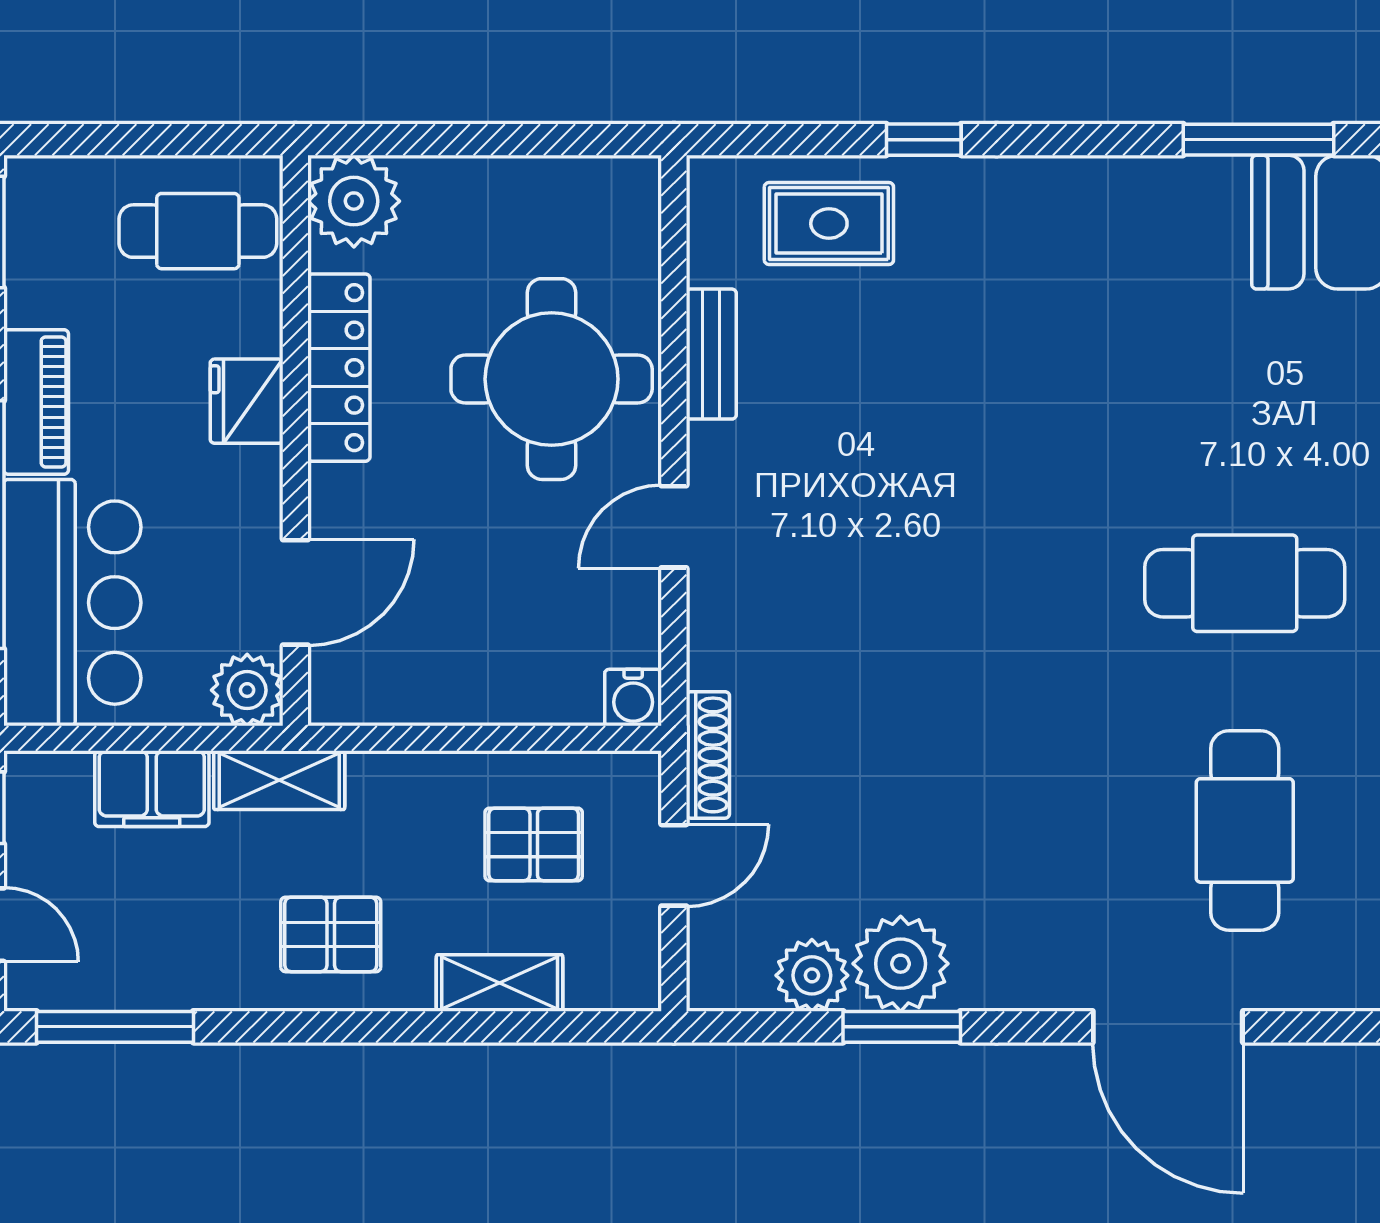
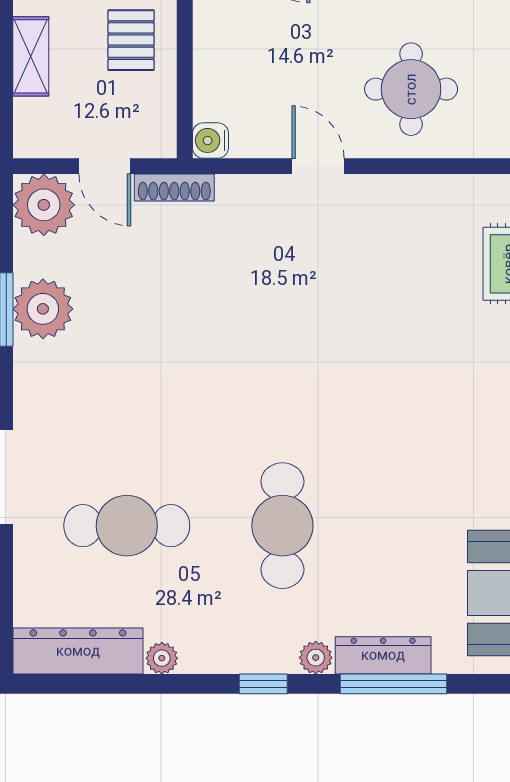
bench: (711, 354) -> (427, 190), removed
round table: (552, 379) -> (411, 89), width x0.73, depth x0.73
pallet: (534, 844) -> (131, 40), moved
plant: (812, 975) -> (44, 205), moved, width x1.36, depth x1.36

